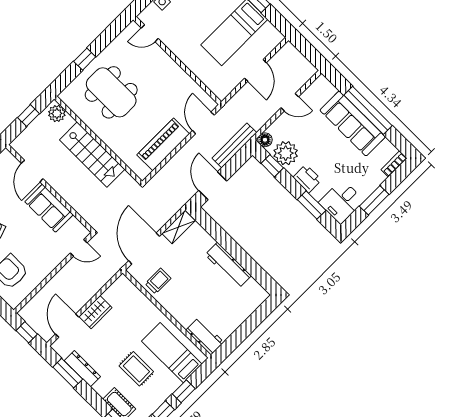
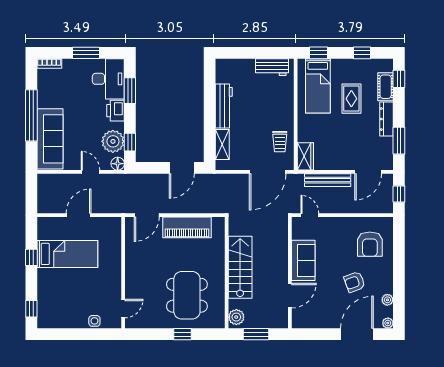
door: (150, 33) -> (123, 309), hinge flipped
door: (290, 102) -> (90, 172), moved
window: (29, 116) -> (256, 334), width x1.50
sofa: (353, 124) -> (50, 139), moved
bench: (234, 145) -> (328, 180), moved
desk: (341, 202) -> (108, 79), width x1.37
shelving: (178, 227) -> (222, 145), moved, turned 90
trolley: (158, 281) -> (280, 142), turned -90
wardrobe: (96, 312) -> (305, 156), moved, turned 90
workbench: (205, 336) -> (272, 67), moved, turned -90
dresser: (82, 369) -> (387, 119), moved
window: (184, 391) -> (319, 53), moved

